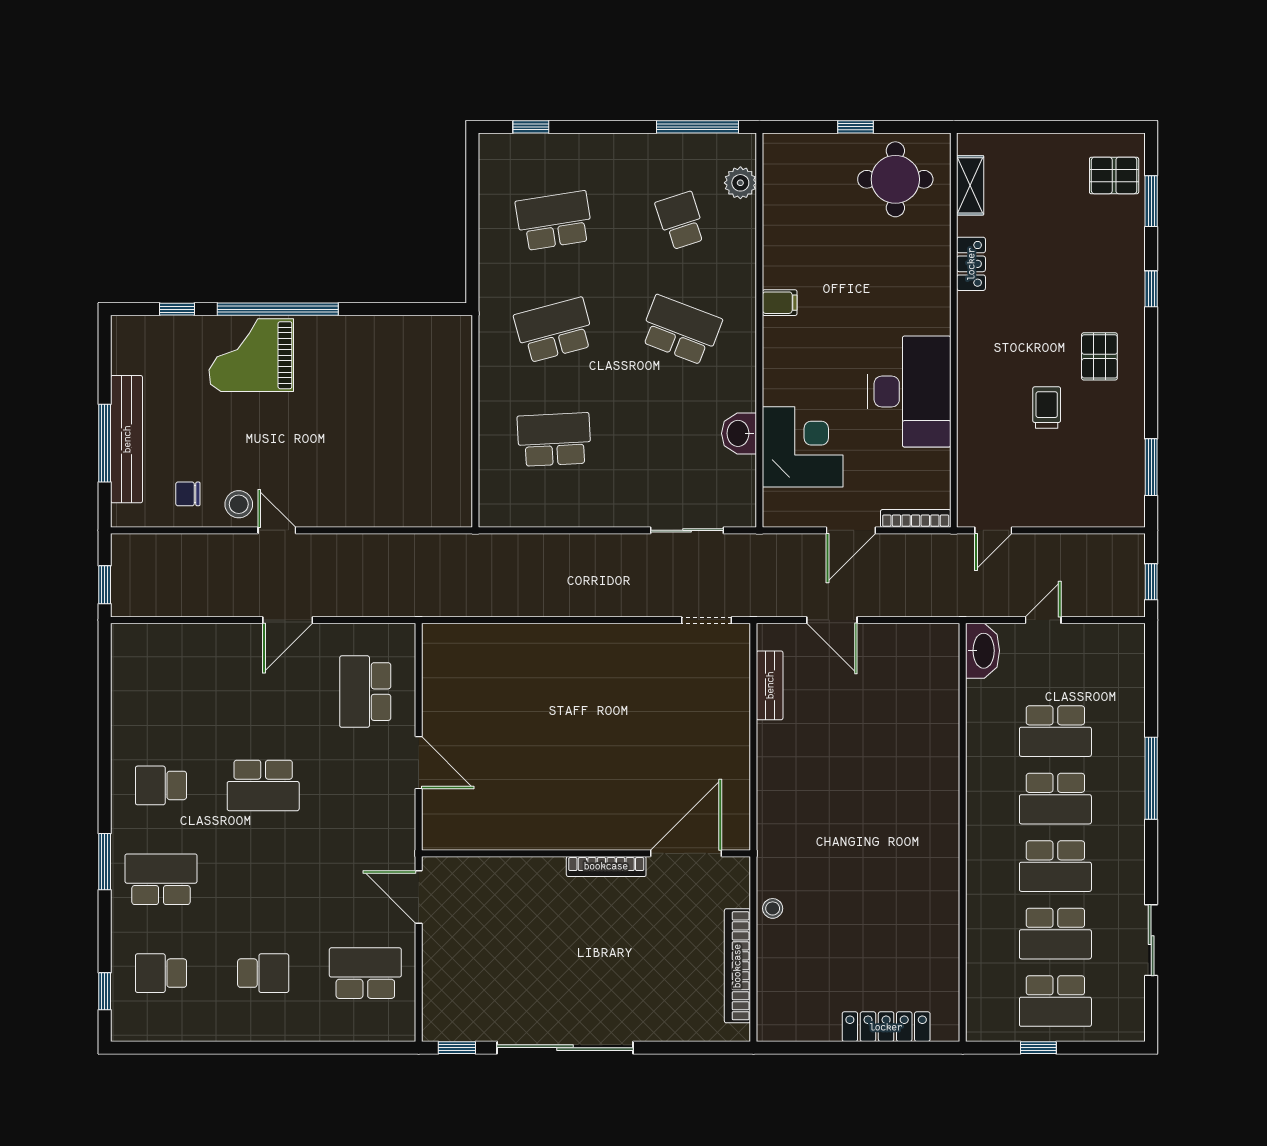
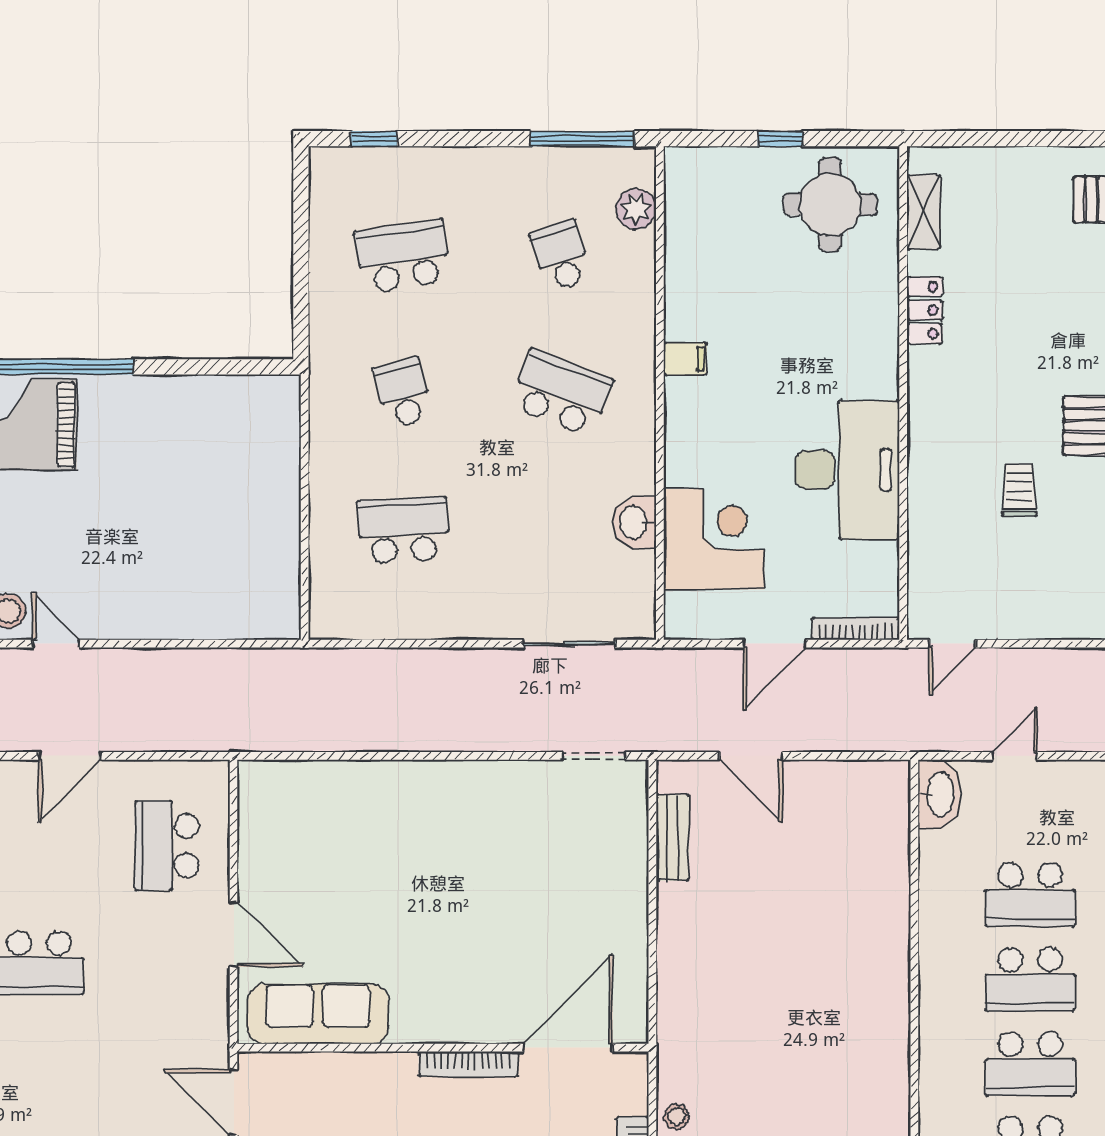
school desk: (554, 330) -> (403, 393), width x0.54
sofa: (486, 826) -> (318, 1014), added

